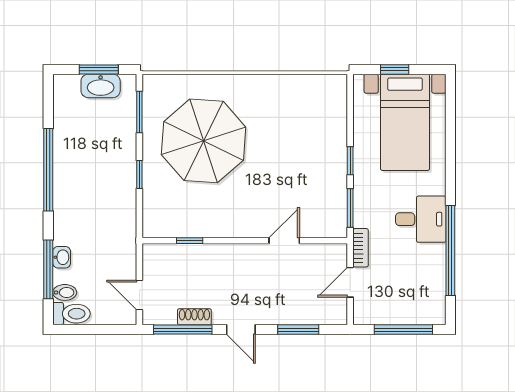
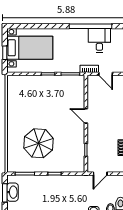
parasol: (204, 141) -> (39, 143), width x0.73, depth x0.73
desk: (421, 219) -> (99, 40), moved
door: (284, 241) -> (86, 116), moved
door: (139, 295) -> (100, 174), moved

